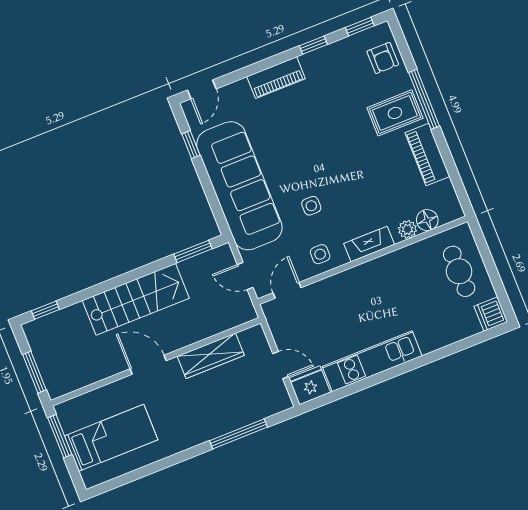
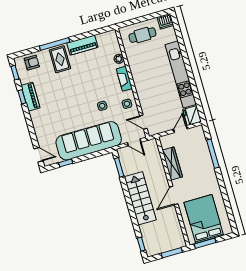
piano: (276, 78) -> (30, 97), moved
floor lamp: (427, 220) -> (115, 48), removed
door: (245, 276) -> (134, 142), hinge flipped
kitchen unit: (372, 361) -> (181, 75), width x1.36
bed: (111, 438) -> (204, 219), width x1.50

